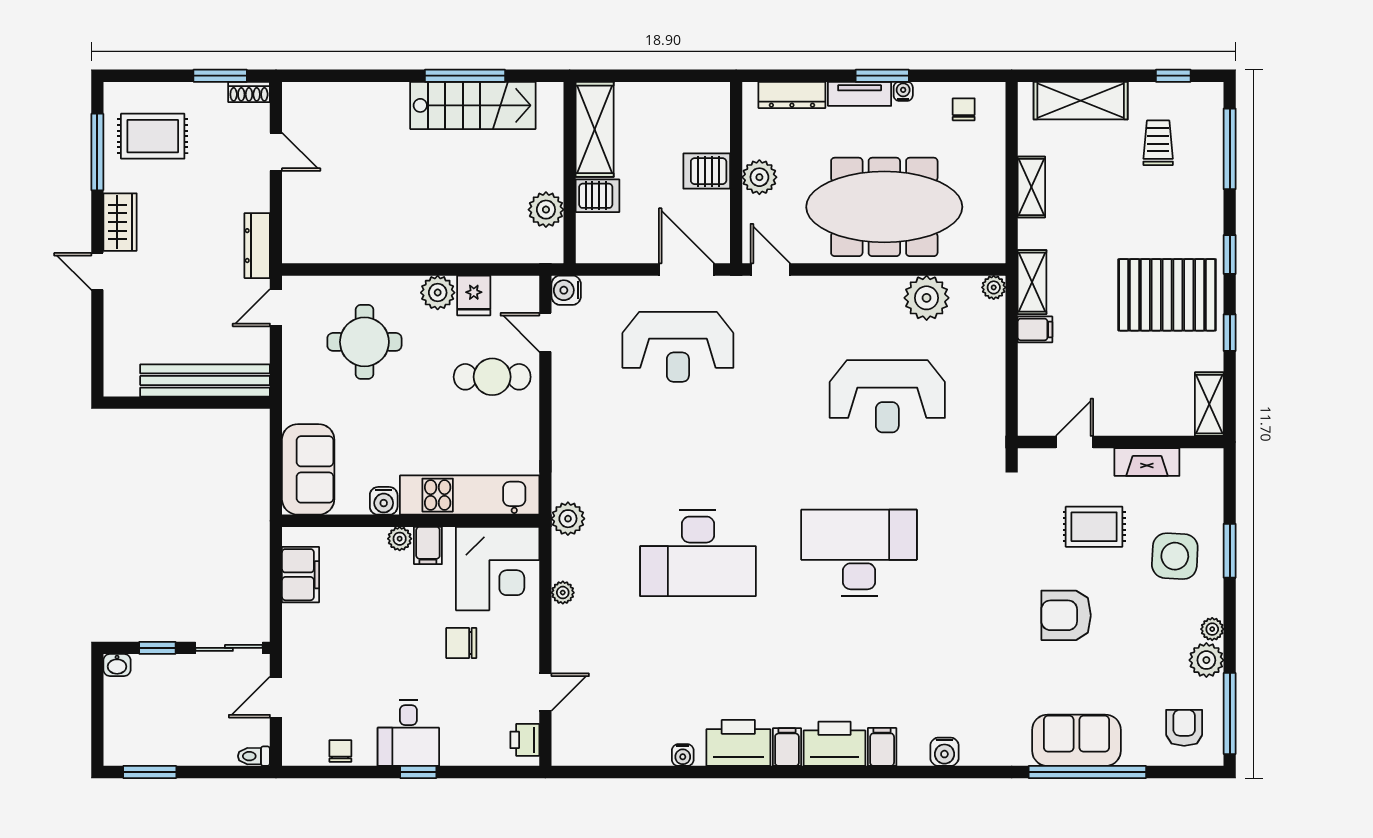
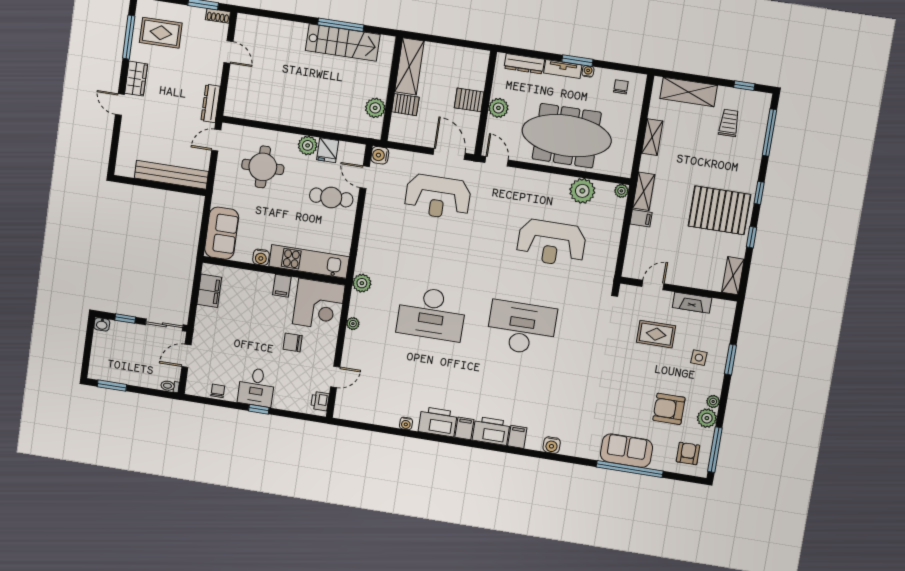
plant: (400, 539) -> (267, 280), removed
side table: (1175, 556) -> (699, 358), width x0.54, depth x0.54
armchair: (1066, 615) -> (669, 409), moved

